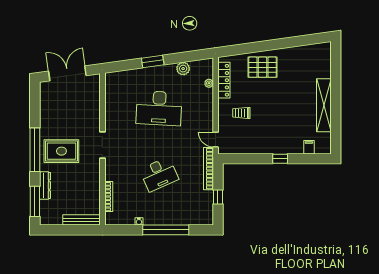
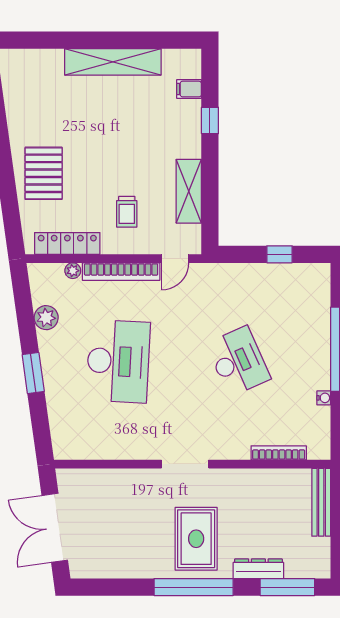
shelving: (253, 147) -> (189, 191), added
window: (280, 159) -> (210, 121), moved
bookcase: (208, 169) -> (121, 272), moved

